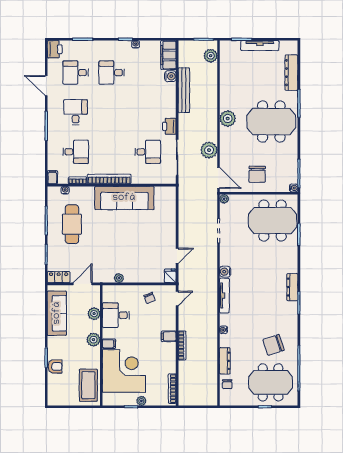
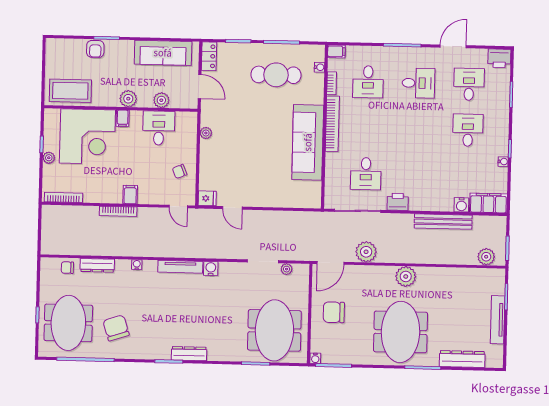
plant: (224, 199) -> (287, 269), moved

